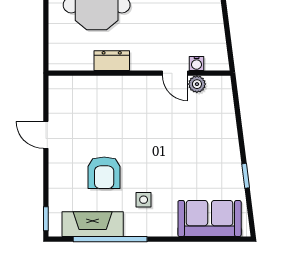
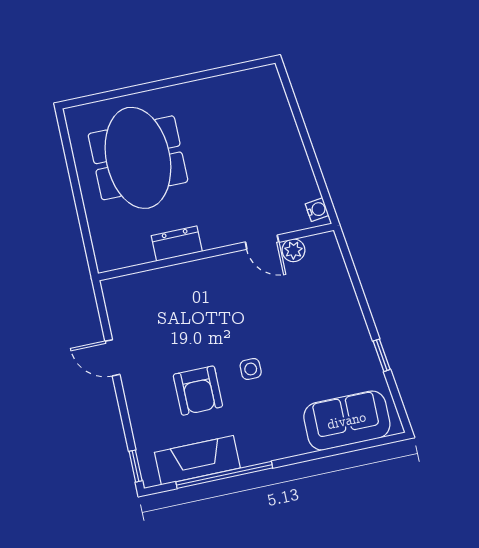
water cooler: (197, 63) -> (317, 210), moved, turned -97
side table: (144, 200) -> (251, 369), moved

